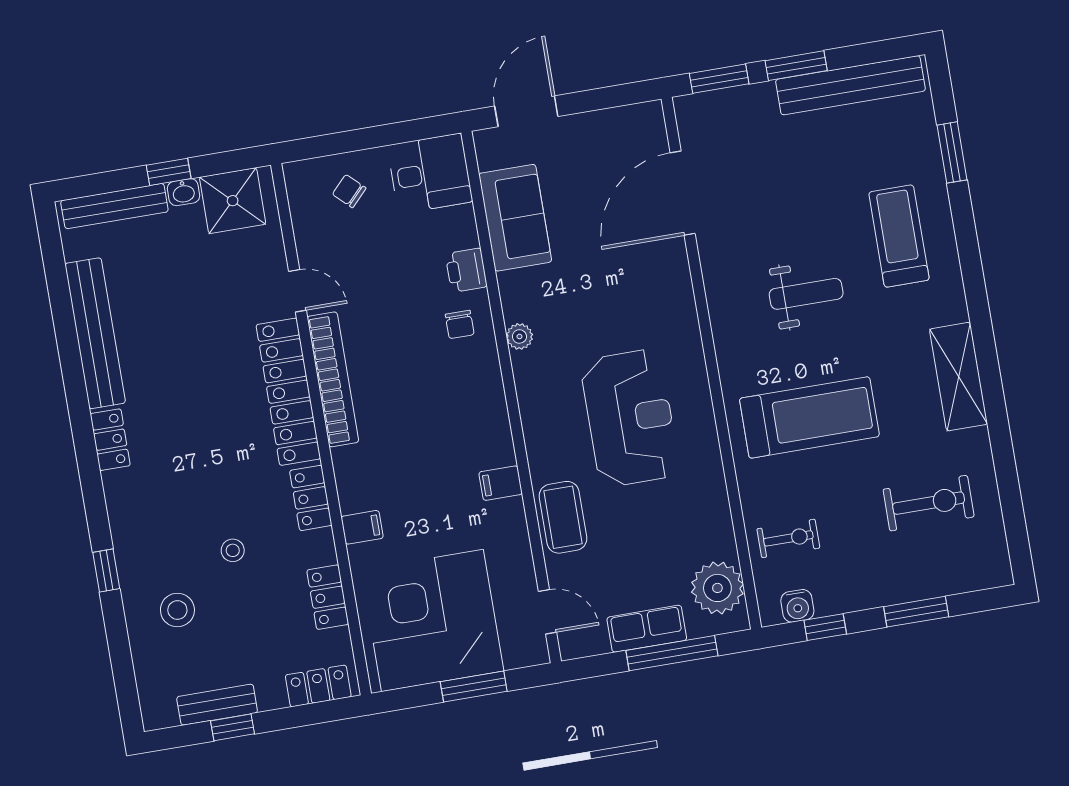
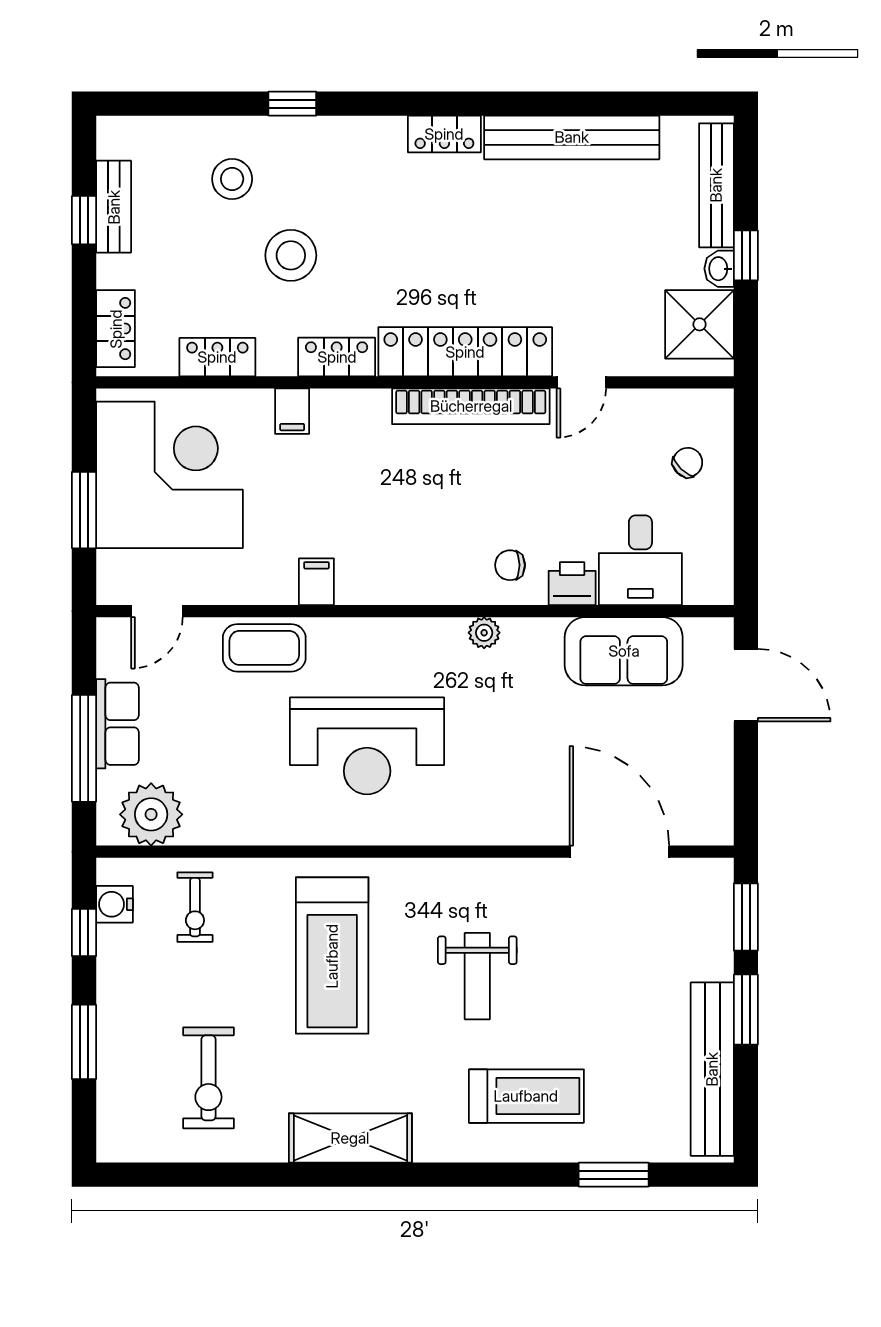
desk: (430, 173) -> (640, 560), moved
stool: (233, 550) -> (291, 255), width x1.89, depth x1.89

